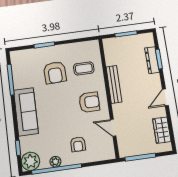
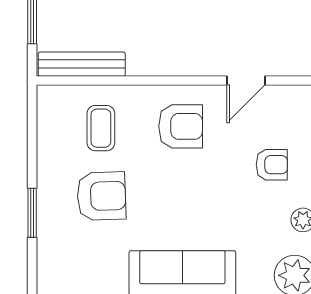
bench: (114, 84) -> (82, 64), moved
armchair: (89, 102) -> (181, 126), turned 90

